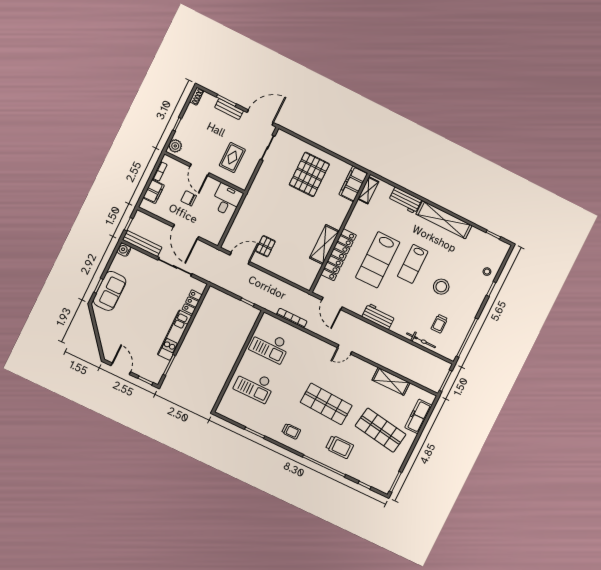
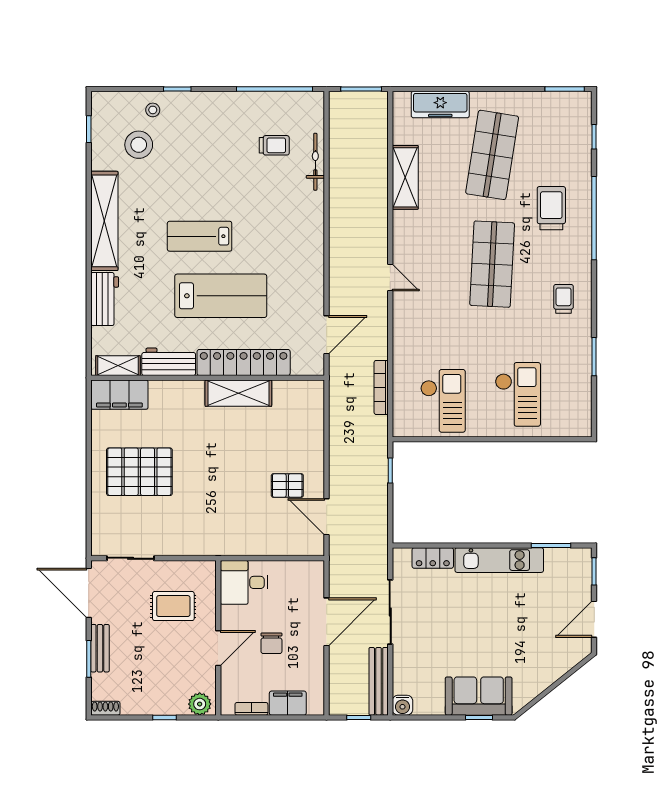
lab bench: (413, 264) -> (200, 236), turned 180
stool: (441, 287) -> (139, 145), moved
workbench: (378, 316) -> (169, 362), moved, turned 90

